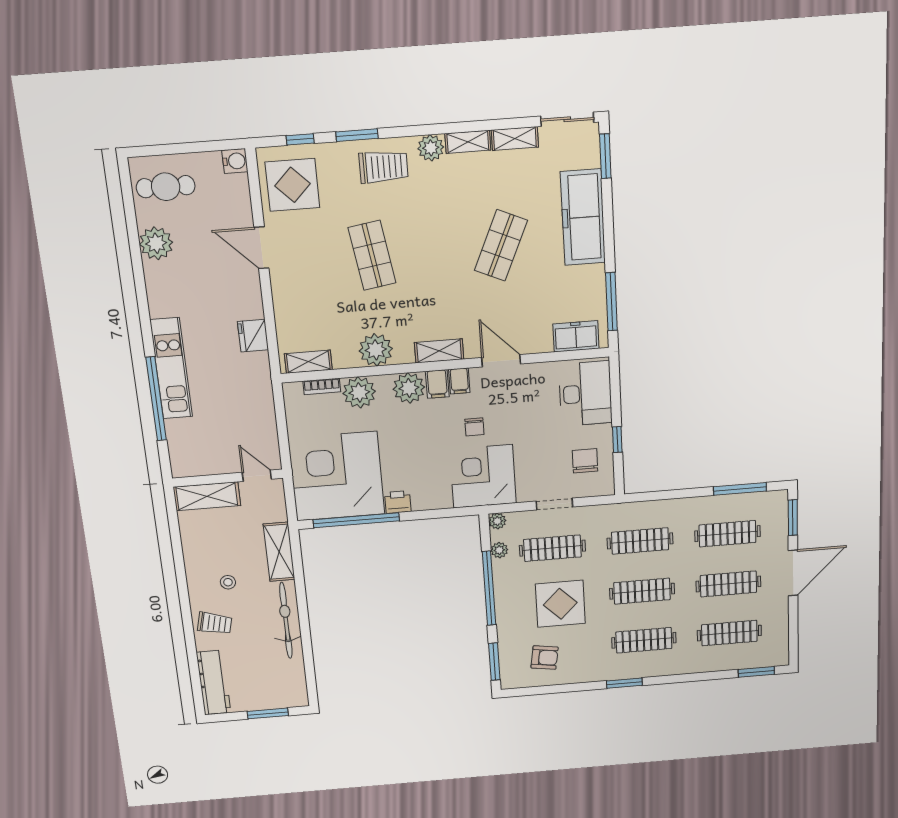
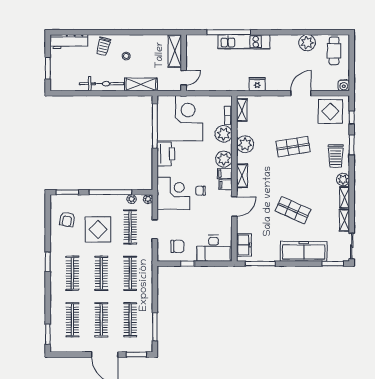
printer: (398, 502) -> (166, 154), width x1.87, depth x1.48

